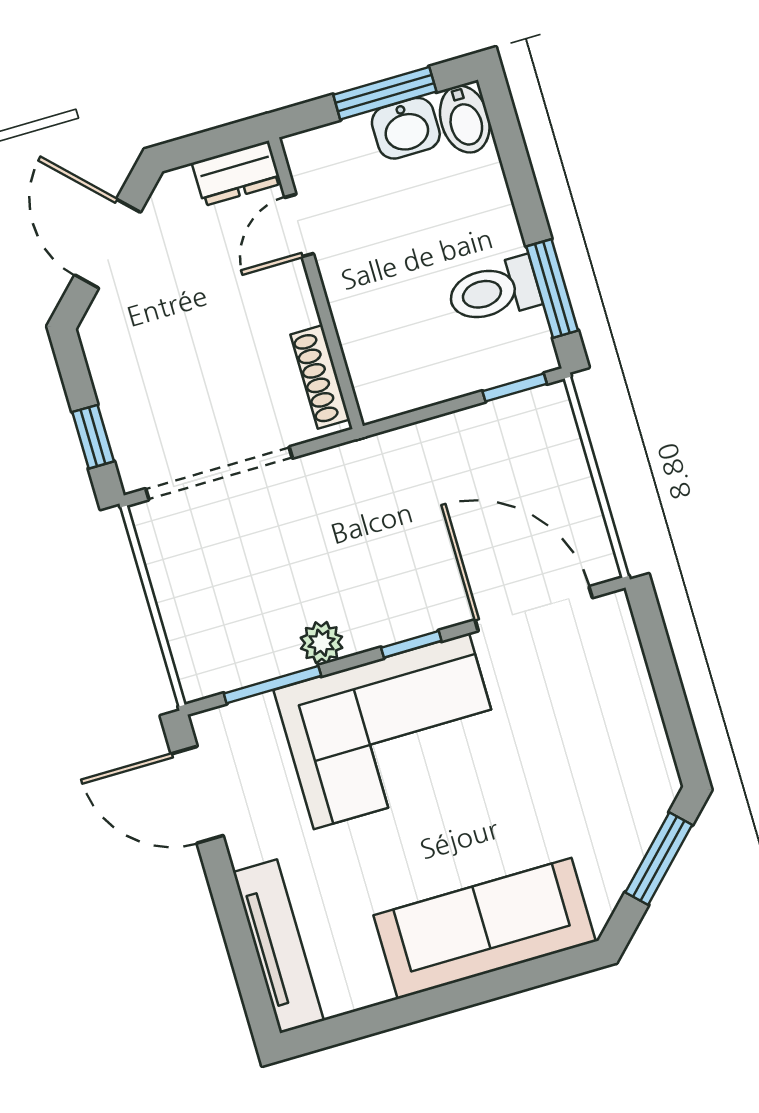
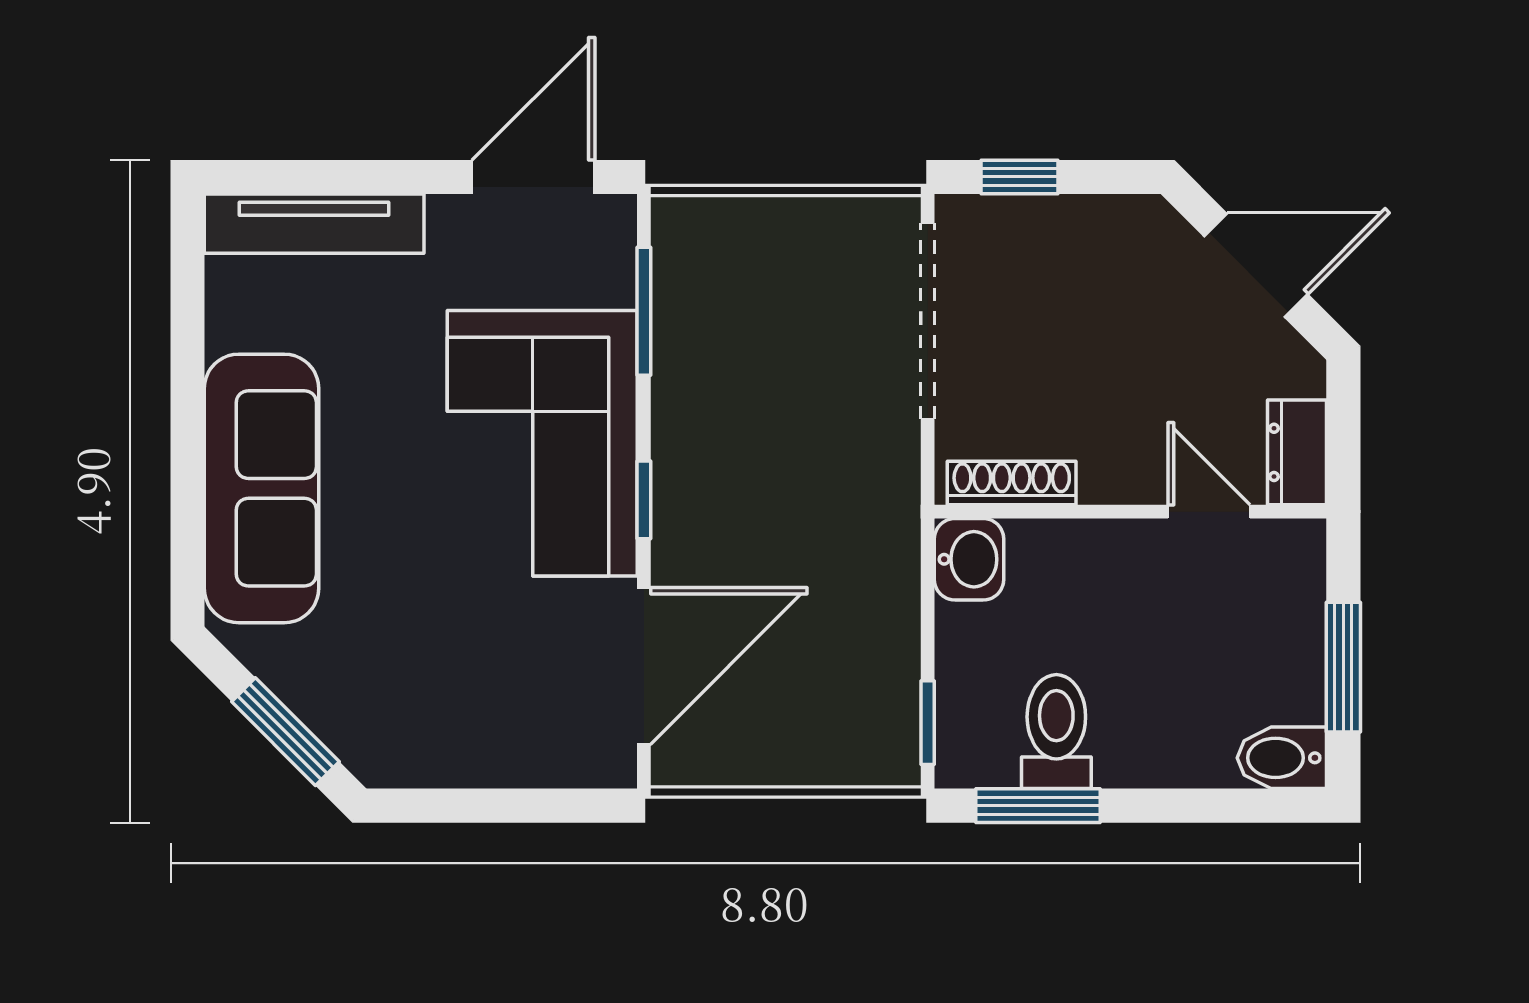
washbasin: (406, 128) -> (969, 559), moved, turned 180
plant: (321, 643) -> (678, 388), removed

